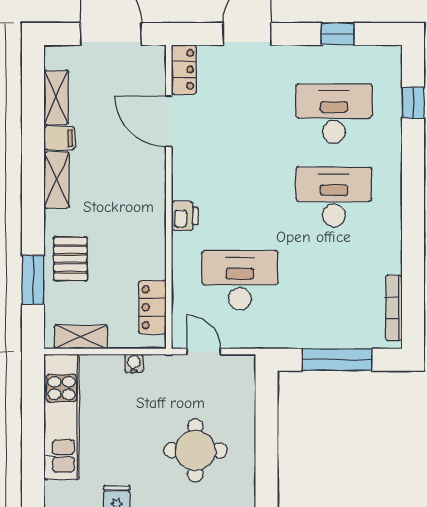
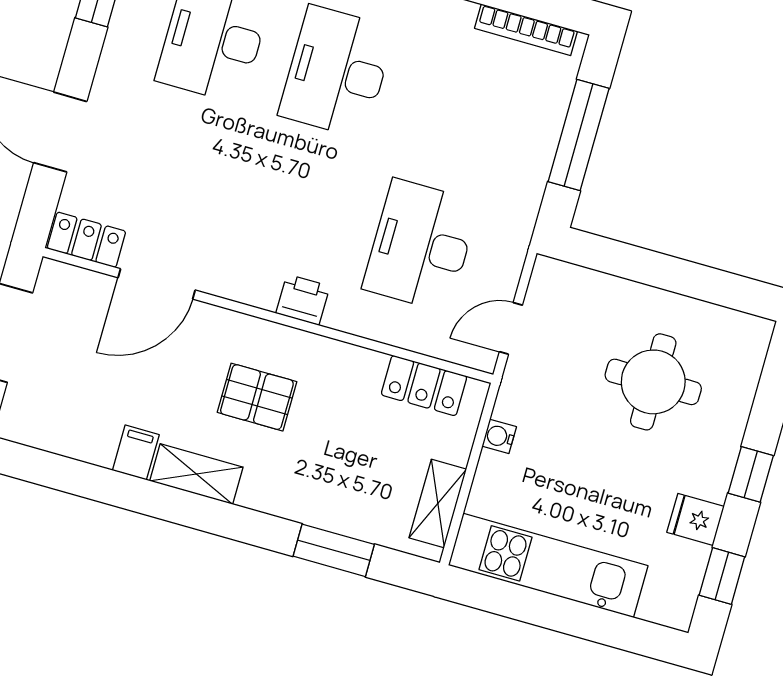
shelving: (56, 97) -> (74, 440), removed
pallet: (70, 259) -> (257, 397), moved

